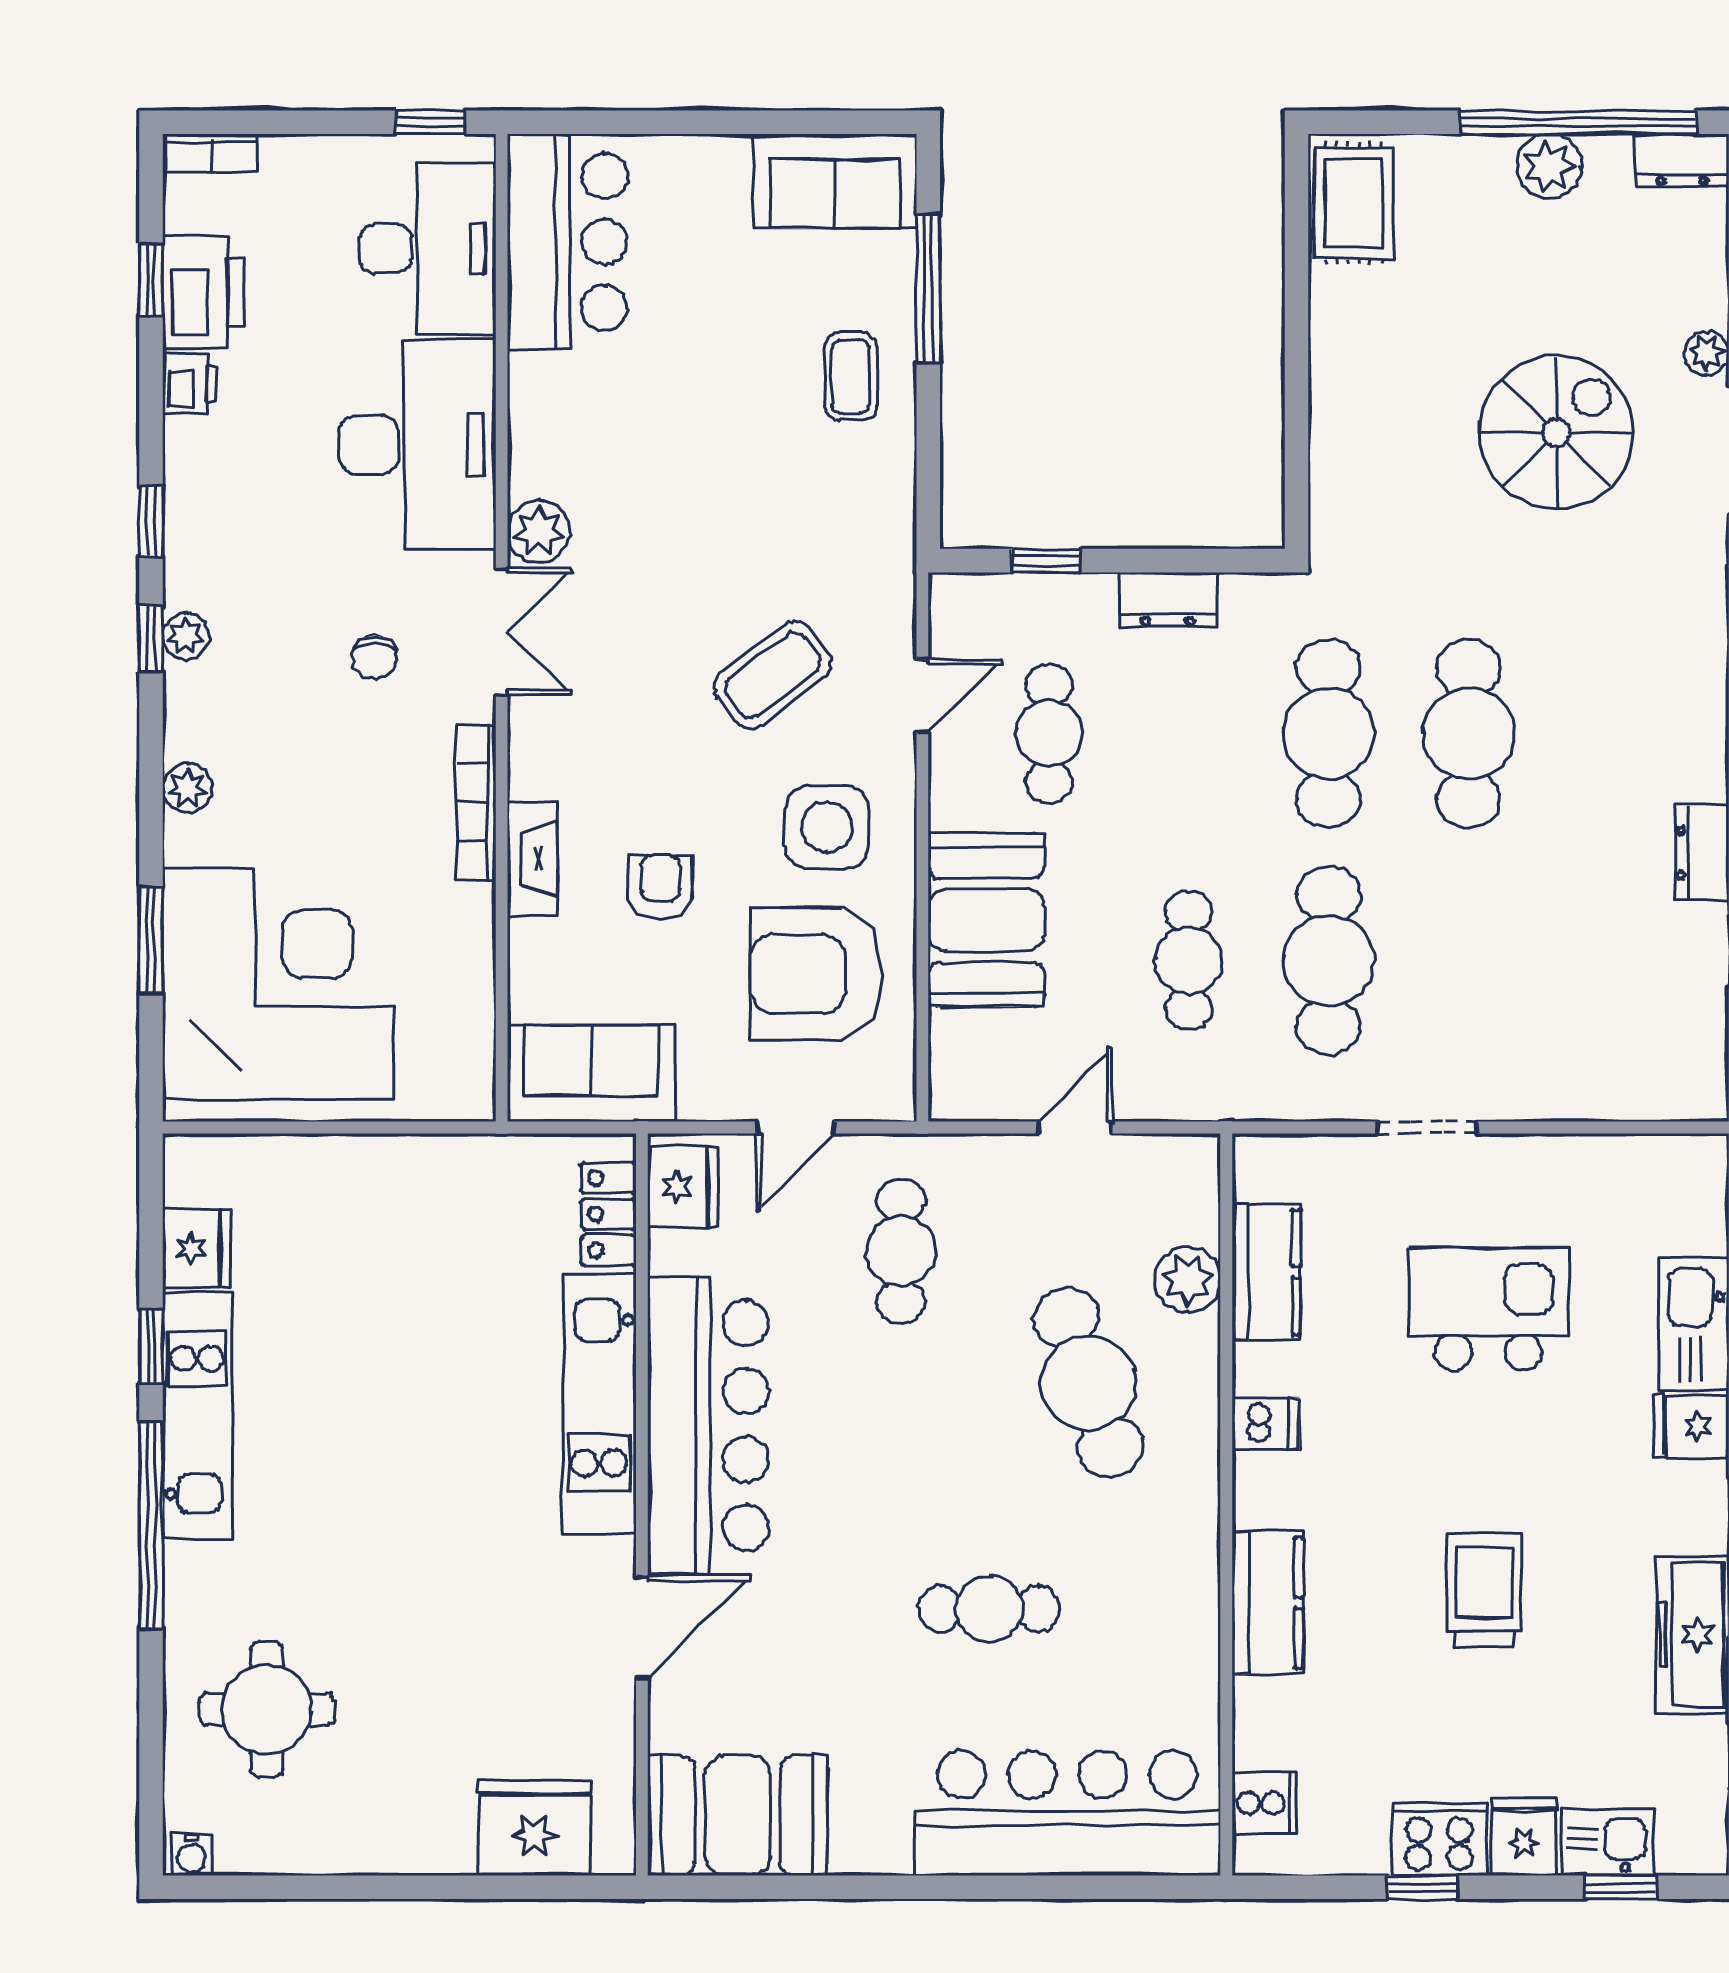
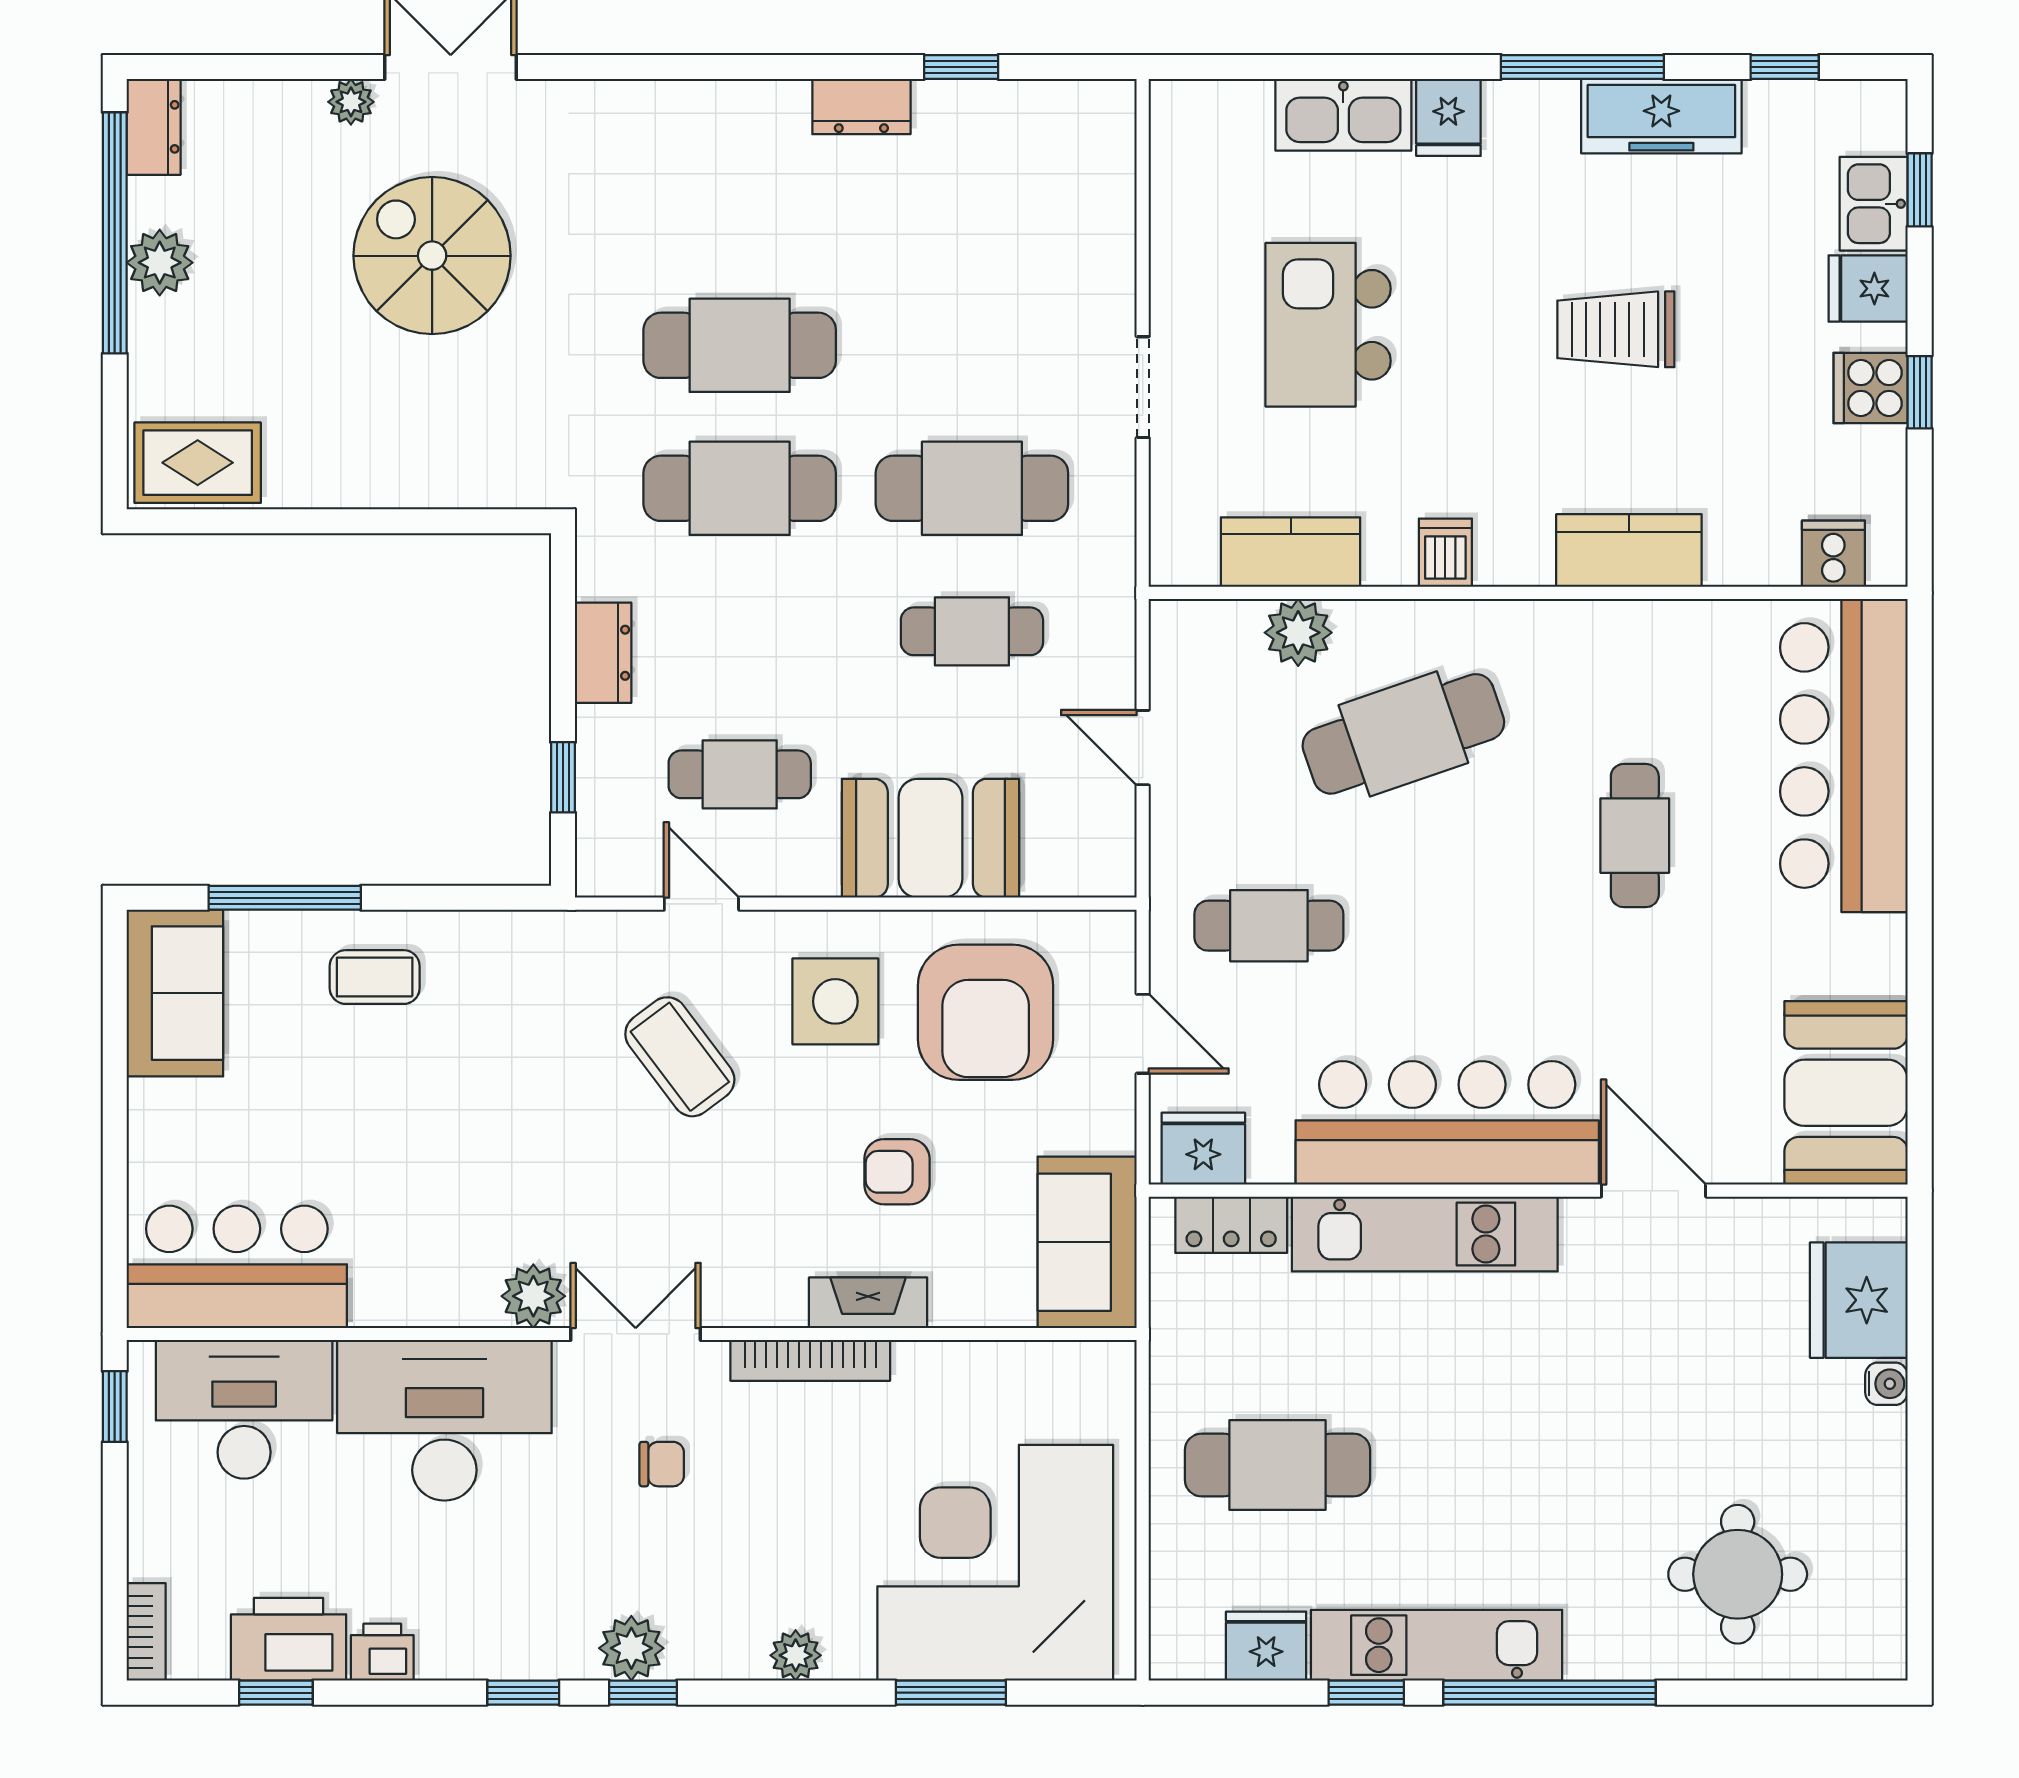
plant: (186, 636) -> (631, 1648), width x1.38, depth x1.38
cafe table: (373, 1259) -> (1278, 1465), added
cooker: (1439, 1839) -> (1871, 388), width x0.73
water cooler: (192, 1855) -> (1886, 1384), moved

